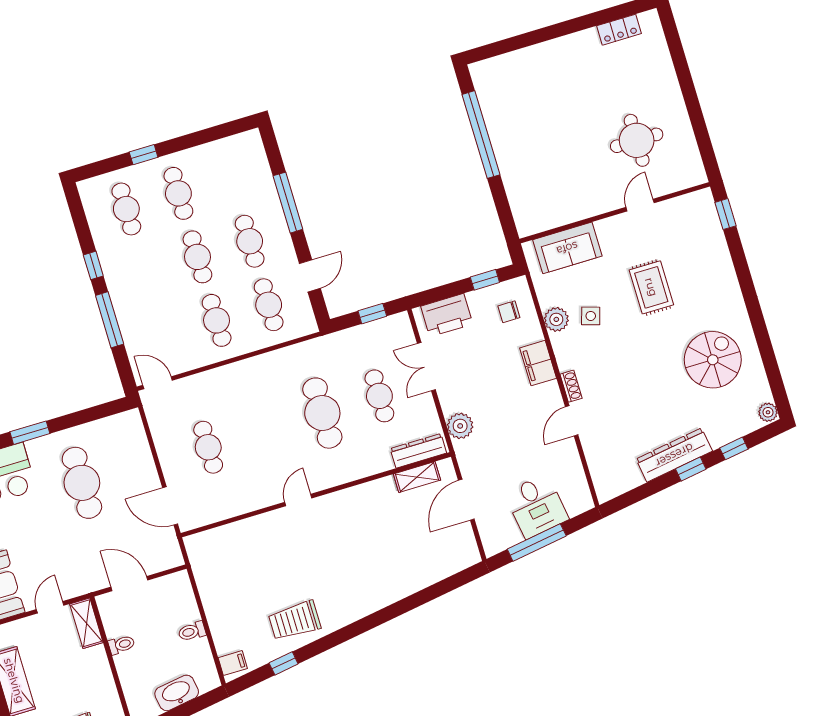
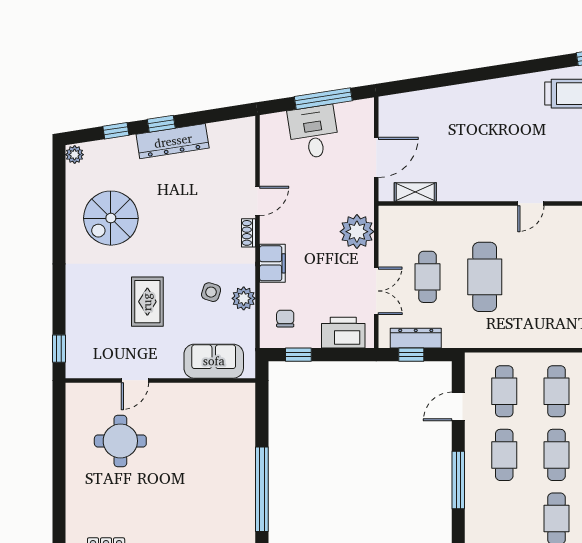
chair: (509, 312) -> (285, 319), turned -90
plant: (460, 426) -> (357, 232), width x1.36, depth x1.36
dresser: (418, 451) -> (416, 338), moved, turned 180

